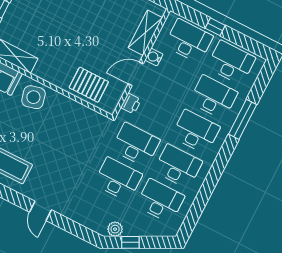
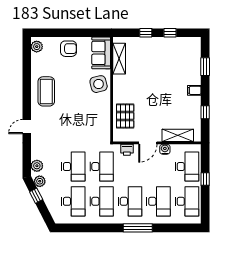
door: (136, 74) -> (148, 143), swing flipped
window: (243, 119) -> (138, 228), moved
plant: (94, 223) -> (37, 166), added

